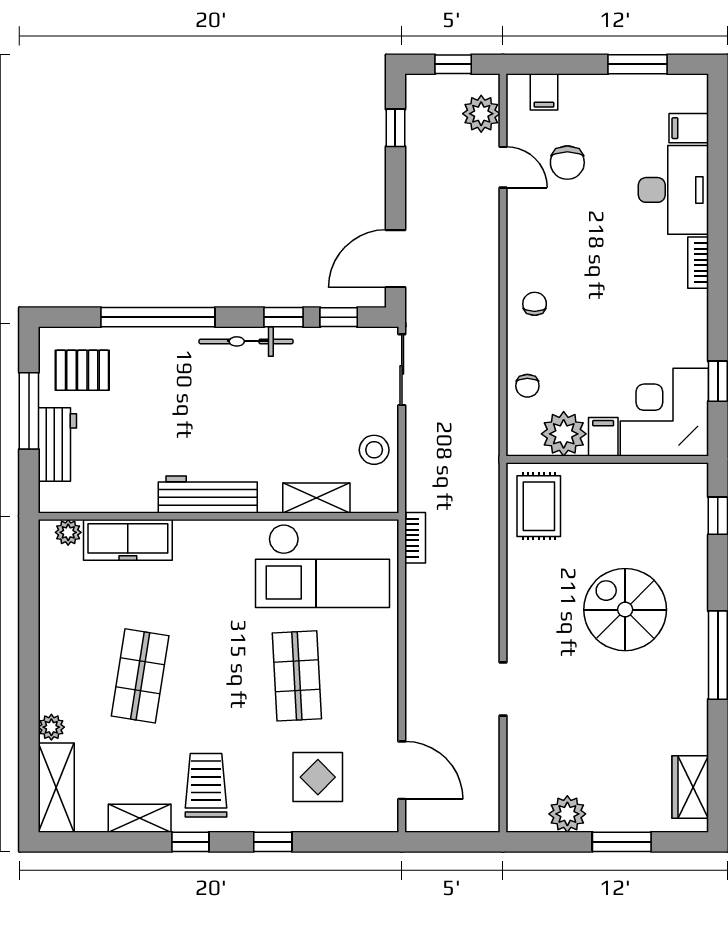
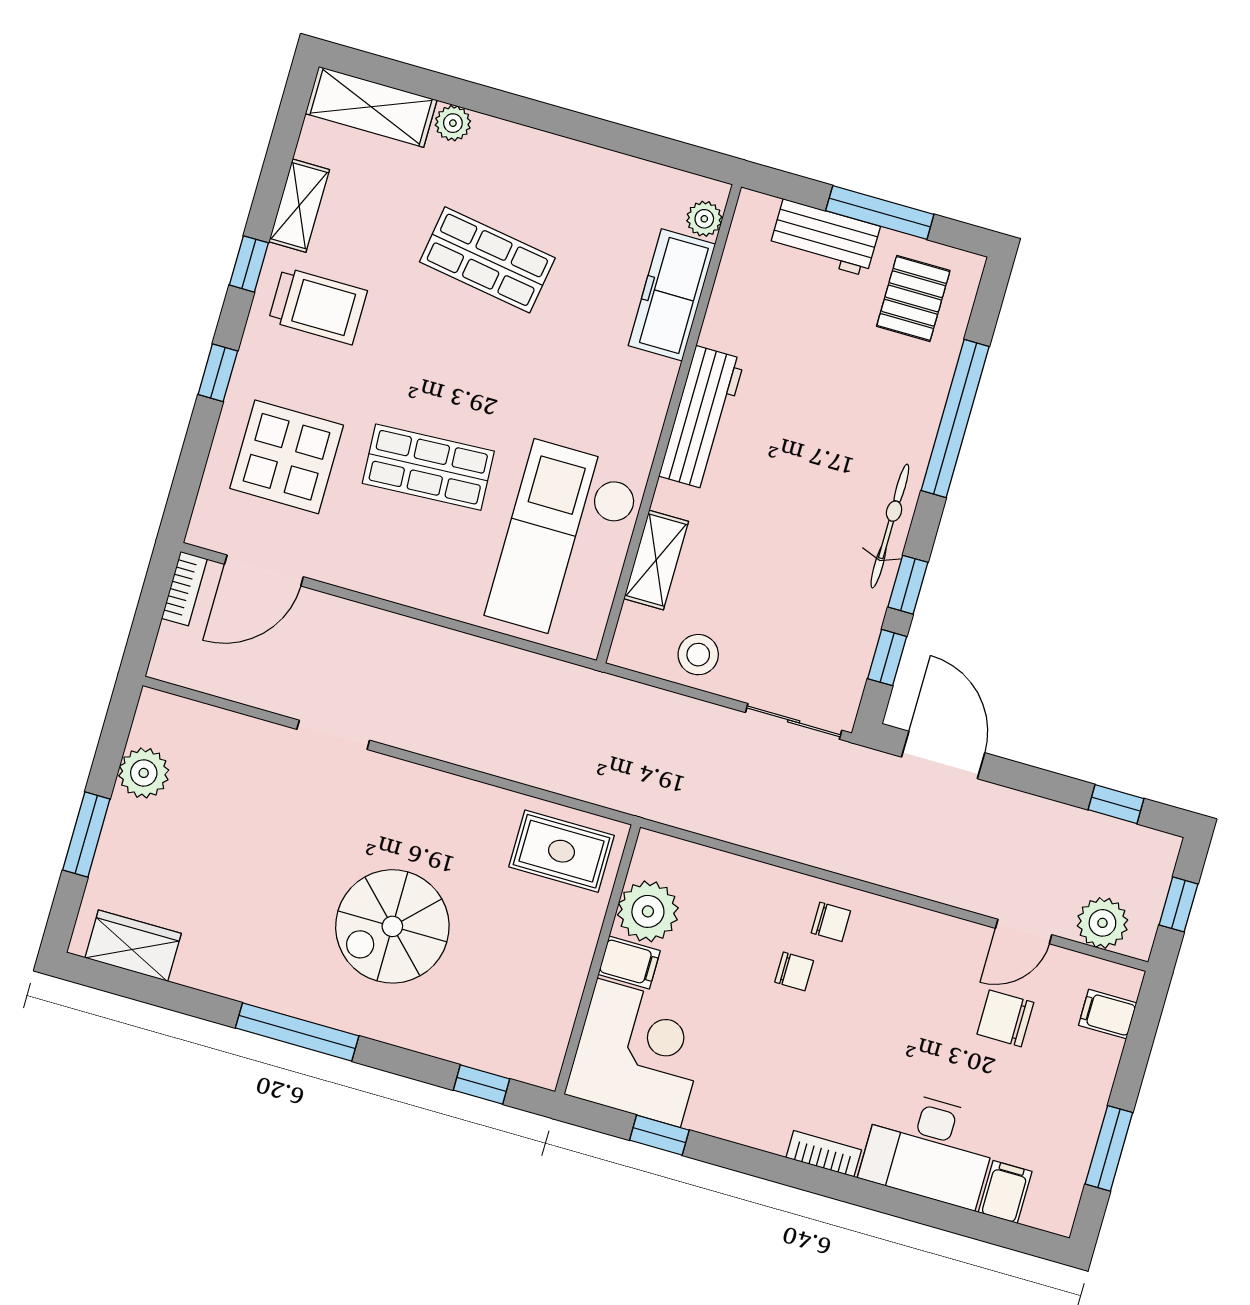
chair: (527, 386) -> (794, 971), moved, turned 180
bookcase: (415, 538) -> (184, 589), moved, turned -90
spiral stairs: (625, 610) -> (392, 926), turned 180
display table: (318, 777) -> (287, 457), width x1.36, depth x1.36

